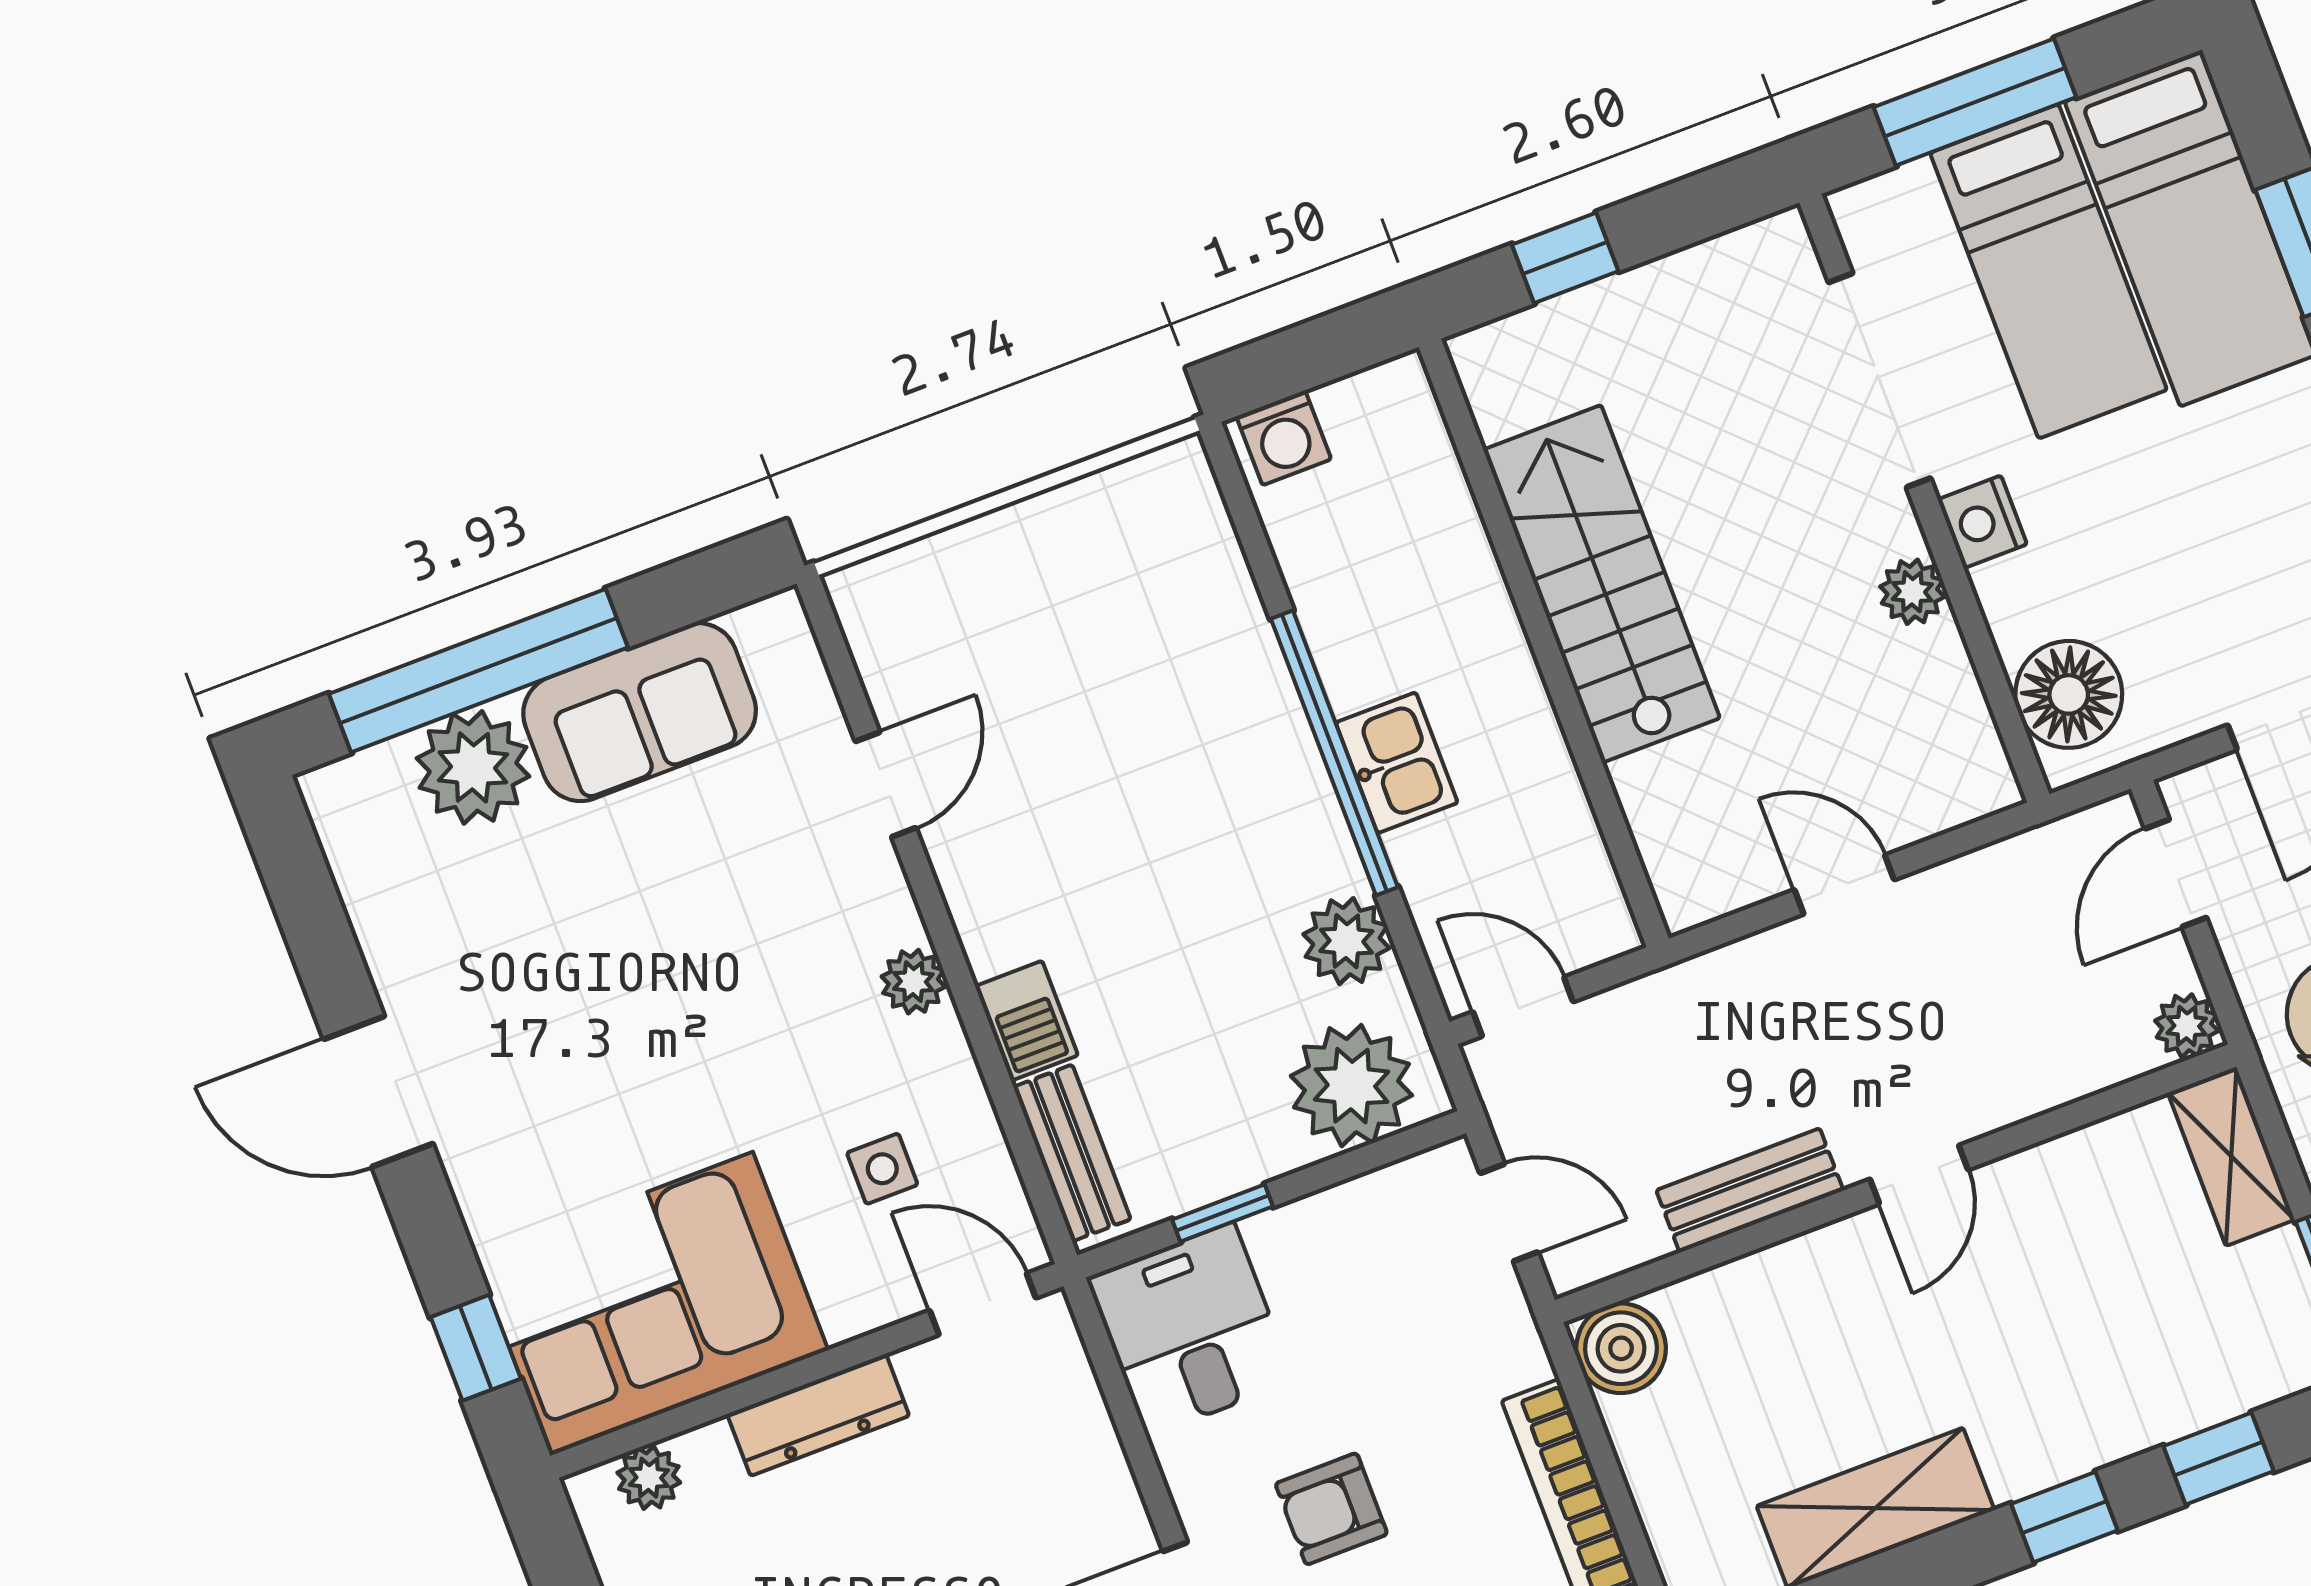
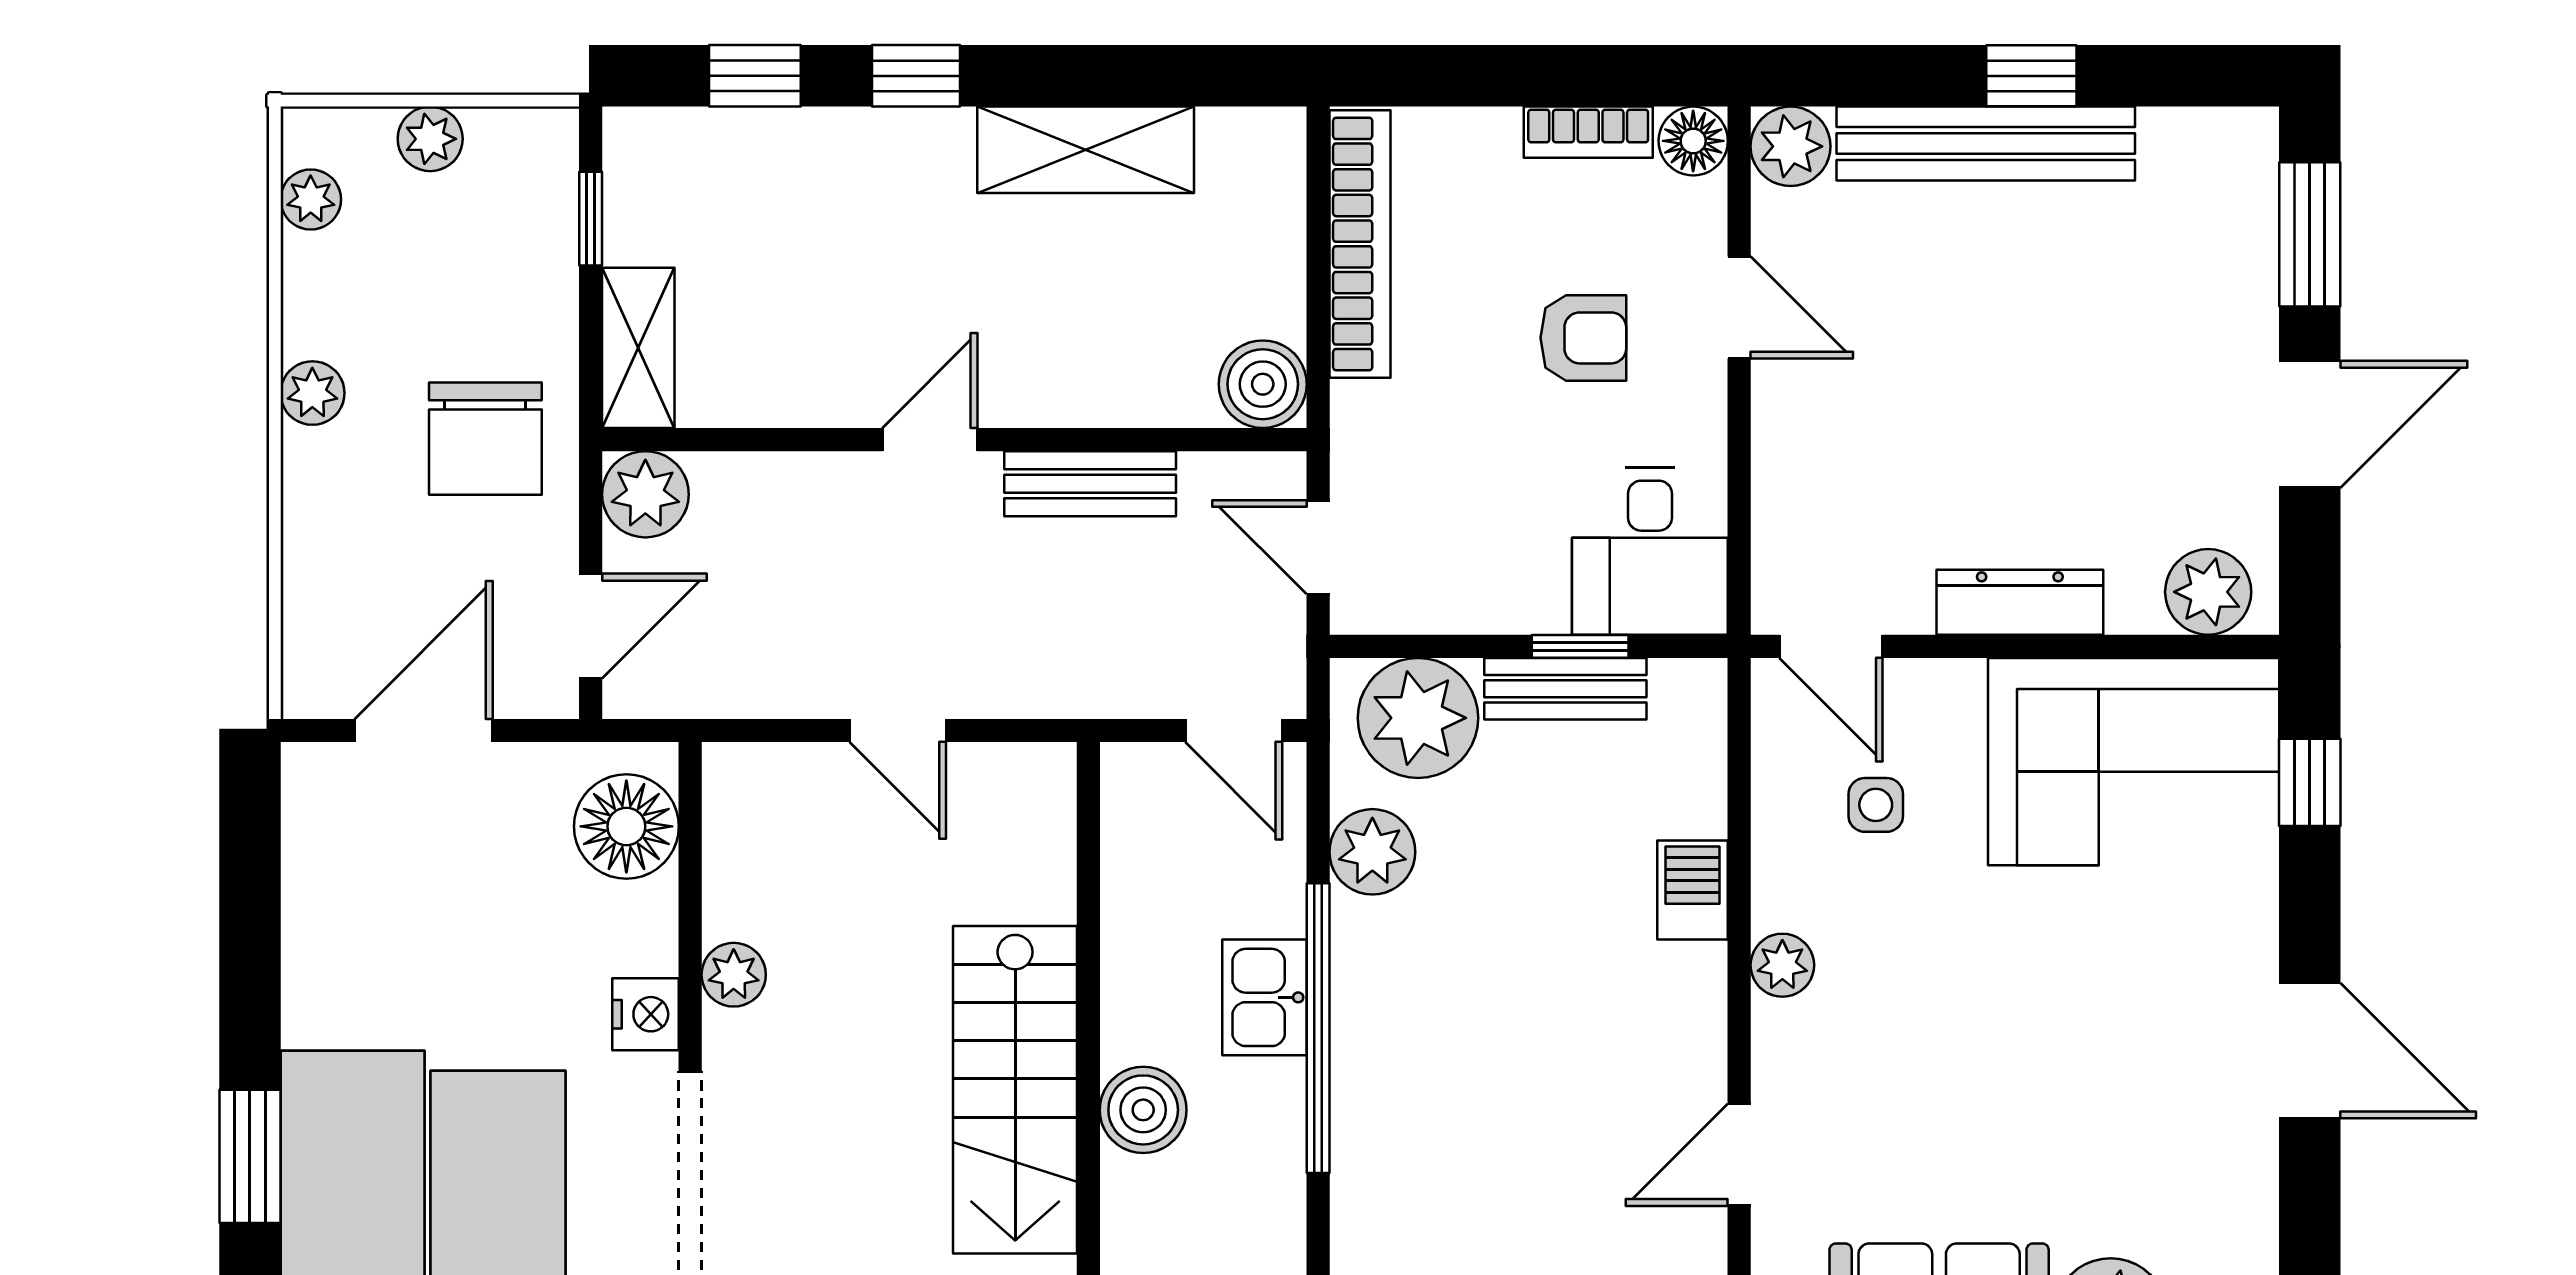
boiler: (1472, 611) -> (1143, 1110), added
plant: (2187, 1026) -> (645, 494), width x1.38, depth x1.38
bench: (1072, 1153) -> (1565, 689), moved, turned 90
plant: (649, 1478) -> (2208, 592), width x1.38, depth x1.38

